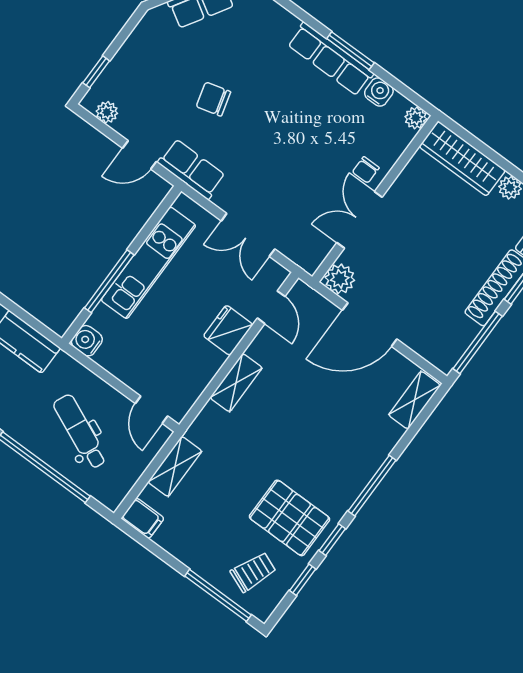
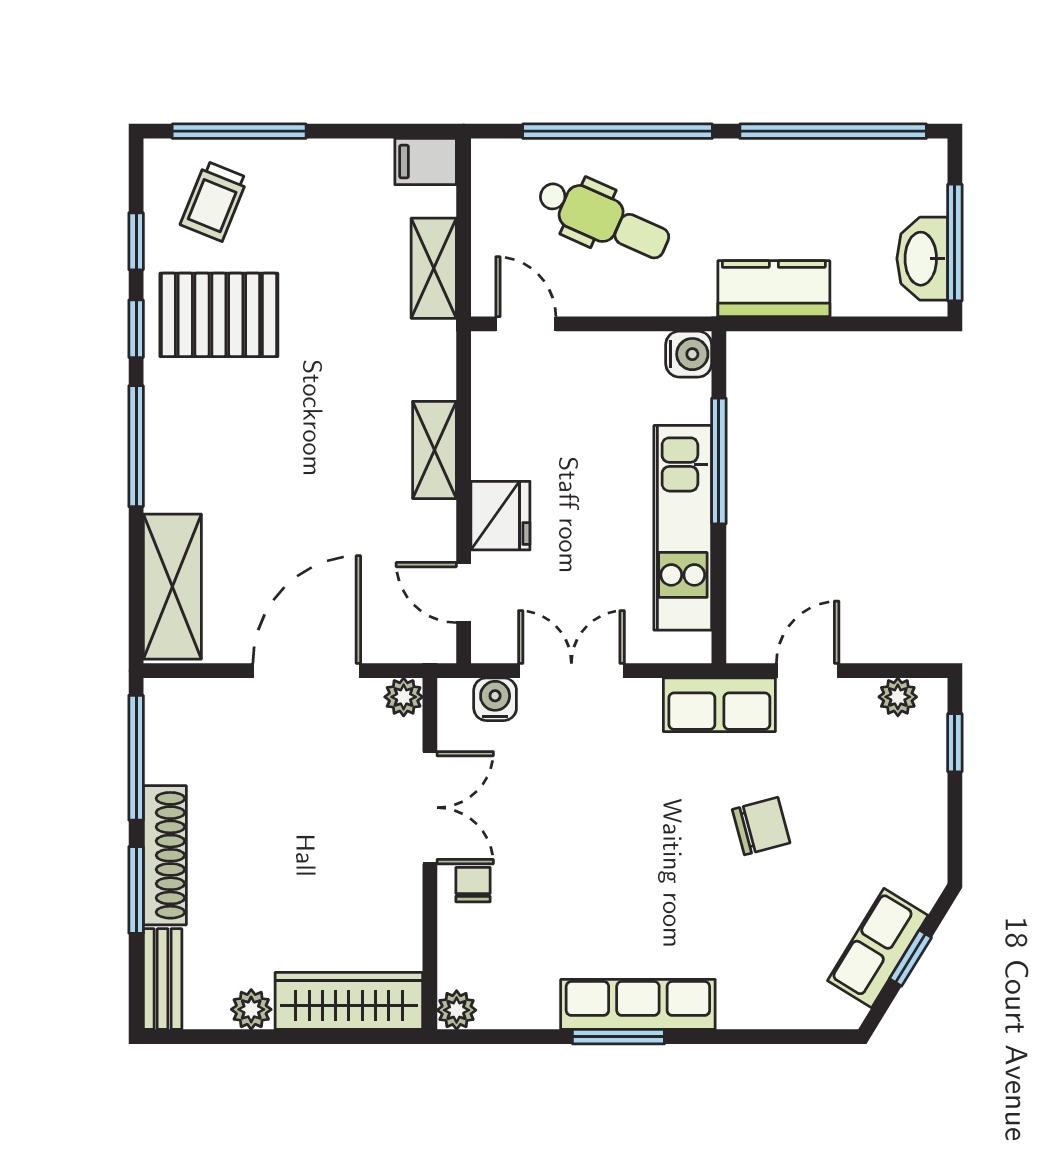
water cooler: (379, 92) -> (495, 699), moved, turned 180
plant: (340, 279) -> (404, 697), width x0.73, depth x0.73
shelving: (415, 400) -> (172, 587), width x1.50, depth x1.33

